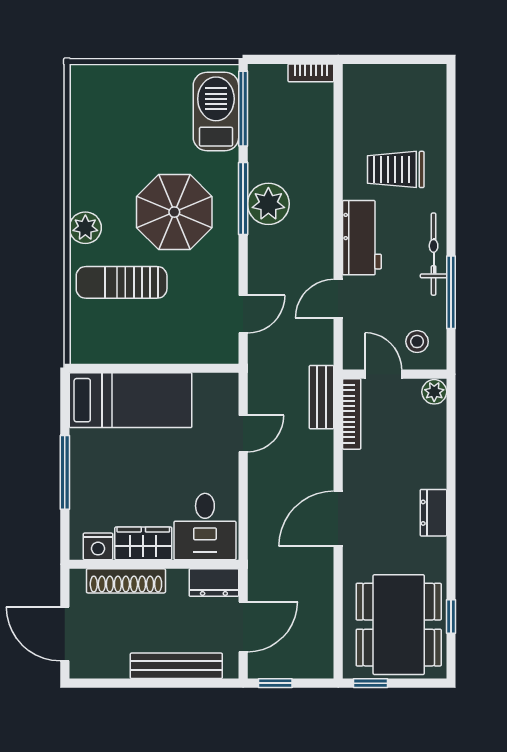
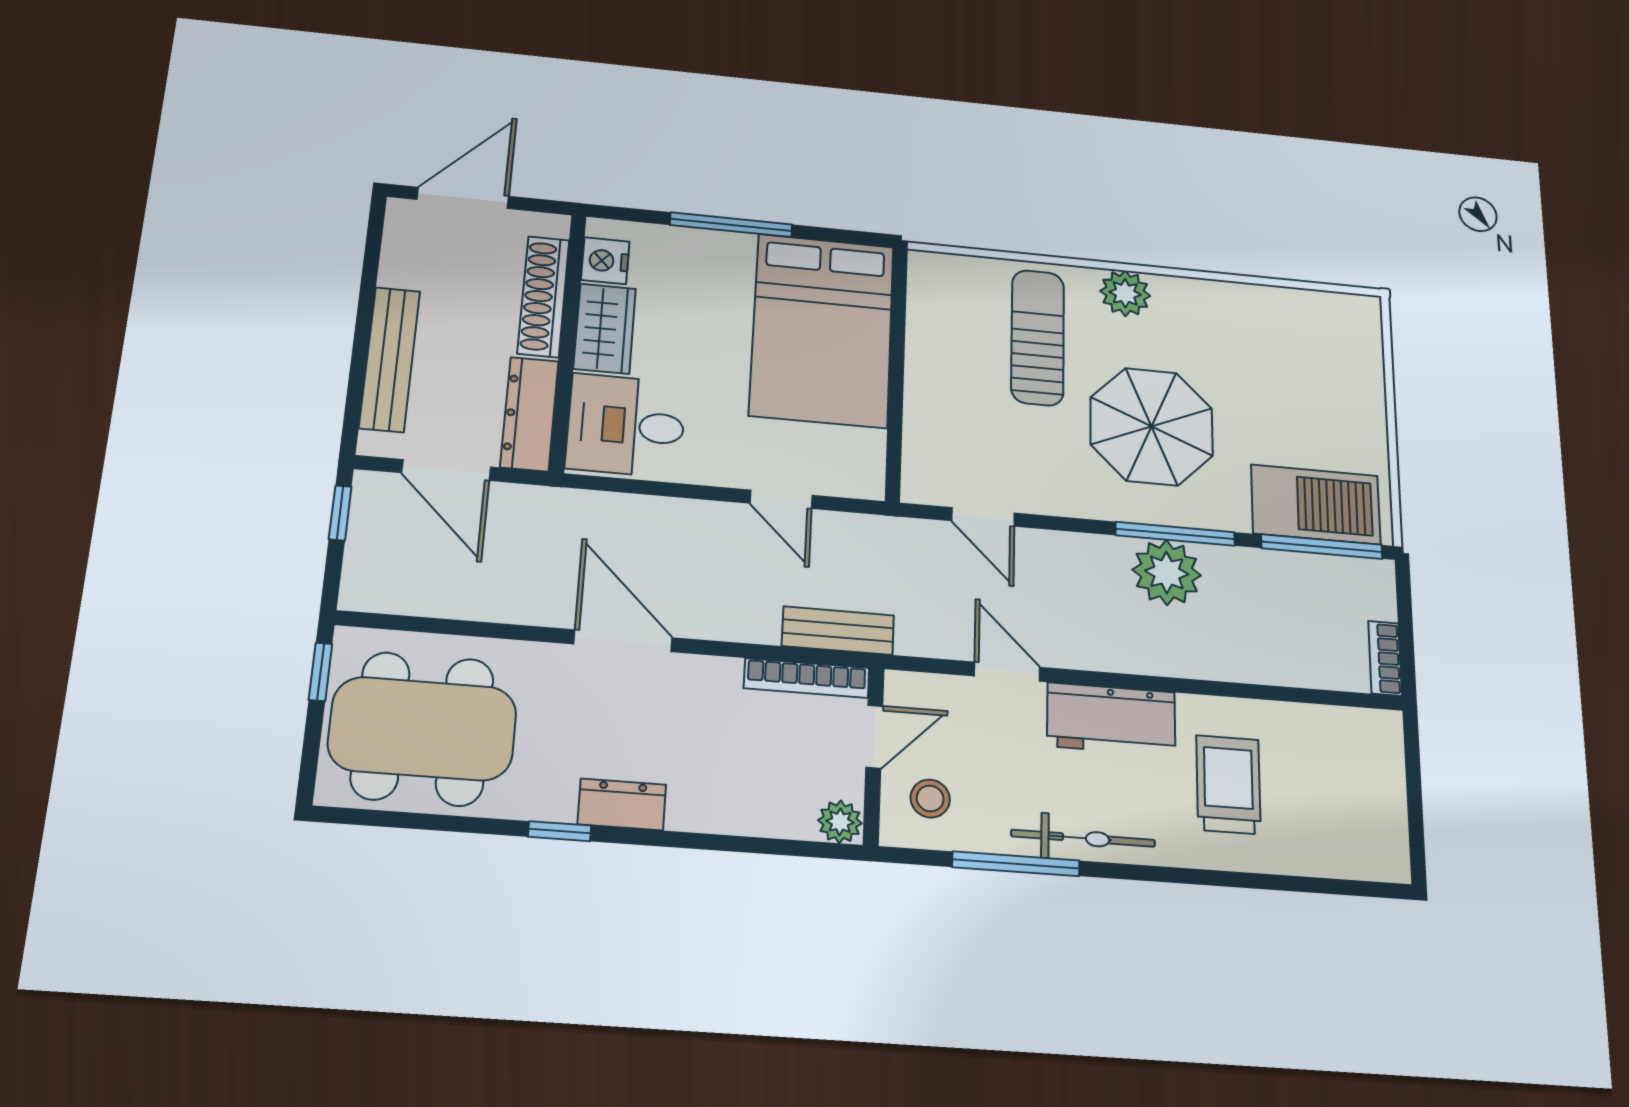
bed: (131, 400) -> (822, 330), width x1.50
dresser: (214, 583) -> (529, 414), width x1.44
window: (451, 617) -> (560, 831), moved

